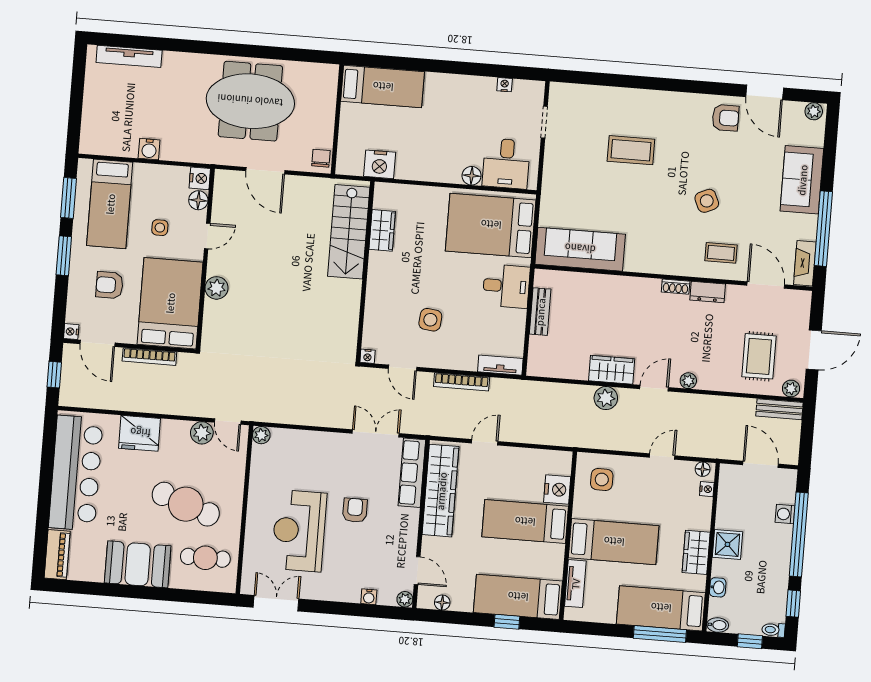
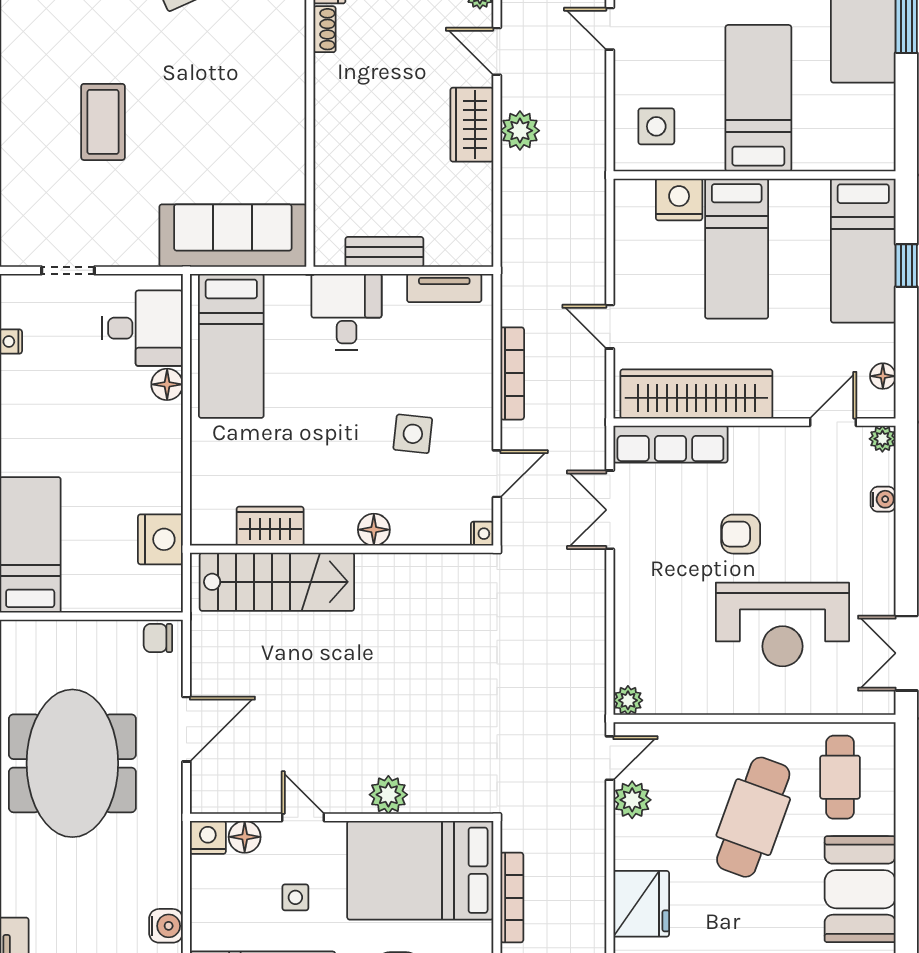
bed: (491, 225) -> (231, 346), width x0.67
sofa: (580, 249) -> (233, 236), moved, turned 90
floor lamp: (375, 292) -> (374, 530), added
tv unit: (500, 365) -> (444, 288), moved, turned -90
tv unit: (575, 584) -> (833, 156), removed

